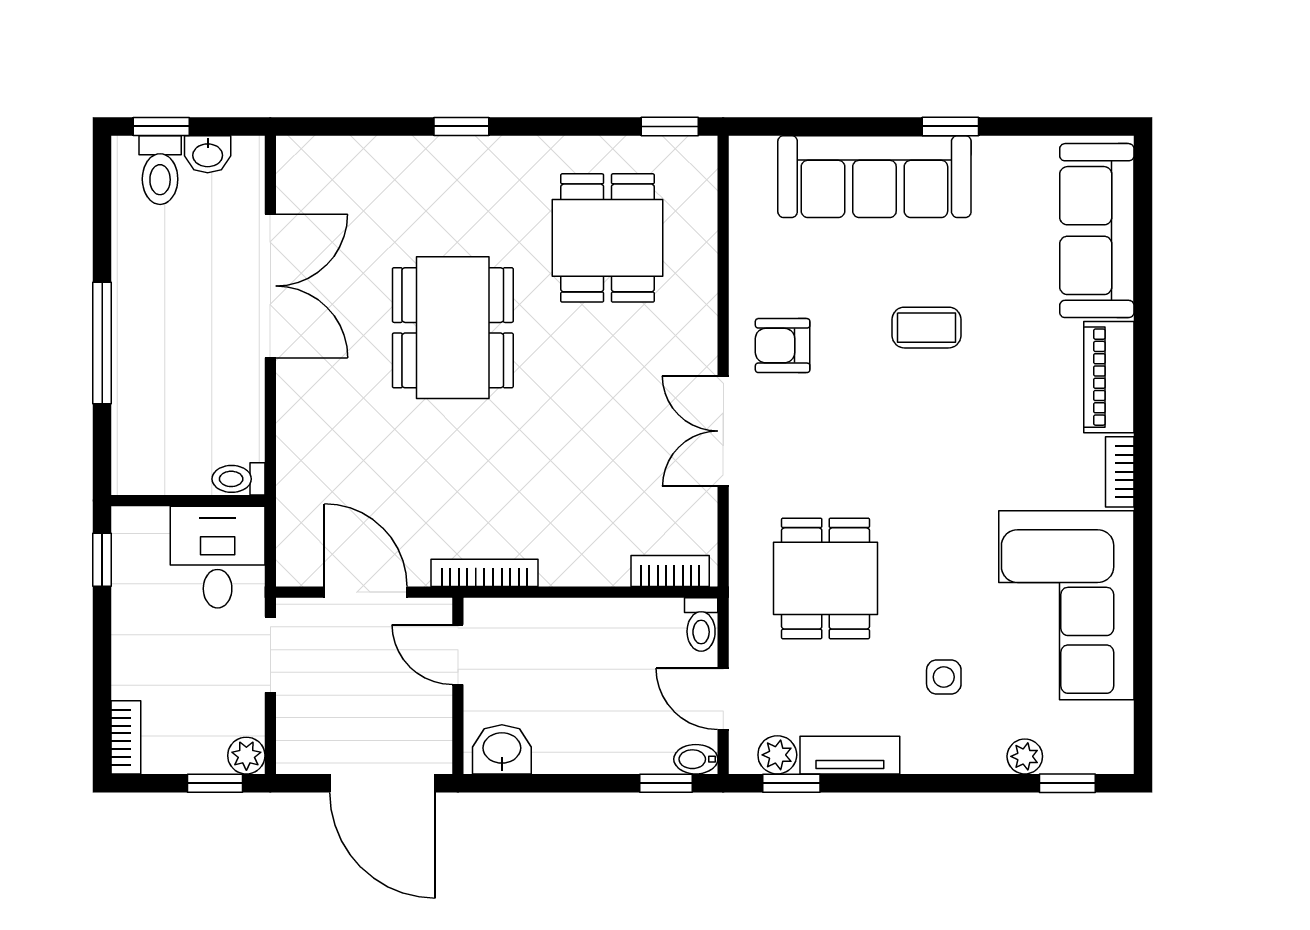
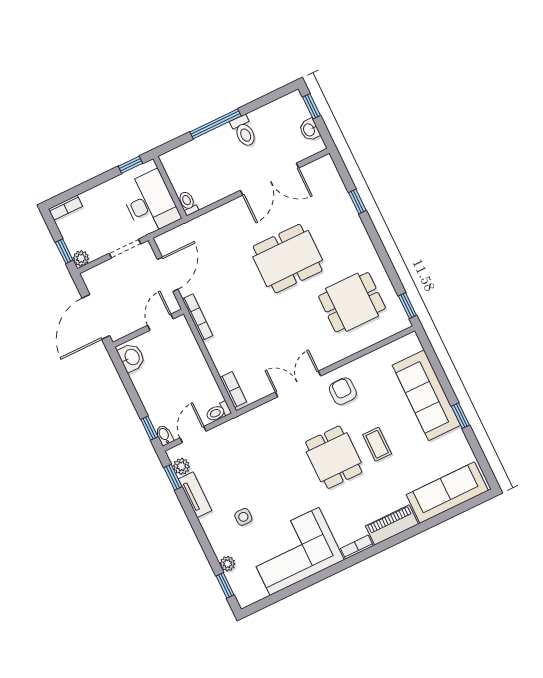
window: (461, 126) -> (357, 202), moved
toilet: (160, 170) -> (244, 131), moved, turned -90
desk: (218, 557) -> (150, 203), width x1.37
dining table: (826, 578) -> (334, 457), moved, turned 90

